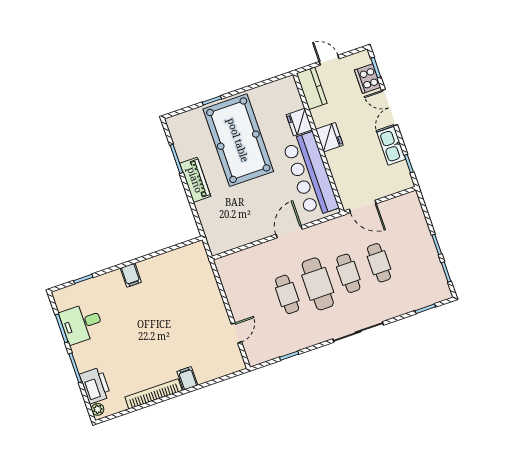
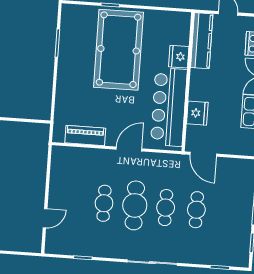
kitchen counter: (312, 88) -> (202, 41), width x1.50
fridge: (329, 137) -> (197, 113), moved
piano: (195, 180) -> (85, 136), moved, turned -90

